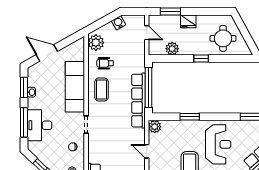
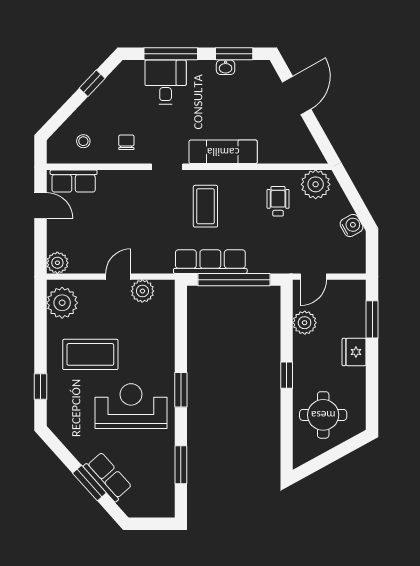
door: (147, 33) -> (313, 277), moved
exam couch: (75, 87) -> (223, 152), width x0.73, depth x0.69
coffee table: (101, 90) -> (205, 206), moved, turned 90
row of seats: (138, 101) -> (210, 262), width x0.73
window: (190, 117) -> (181, 390), moved
desk: (39, 125) -> (166, 82), width x0.73
plant: (155, 127) -> (142, 291), moved
reception desk: (218, 144) -> (131, 406), turned 180

